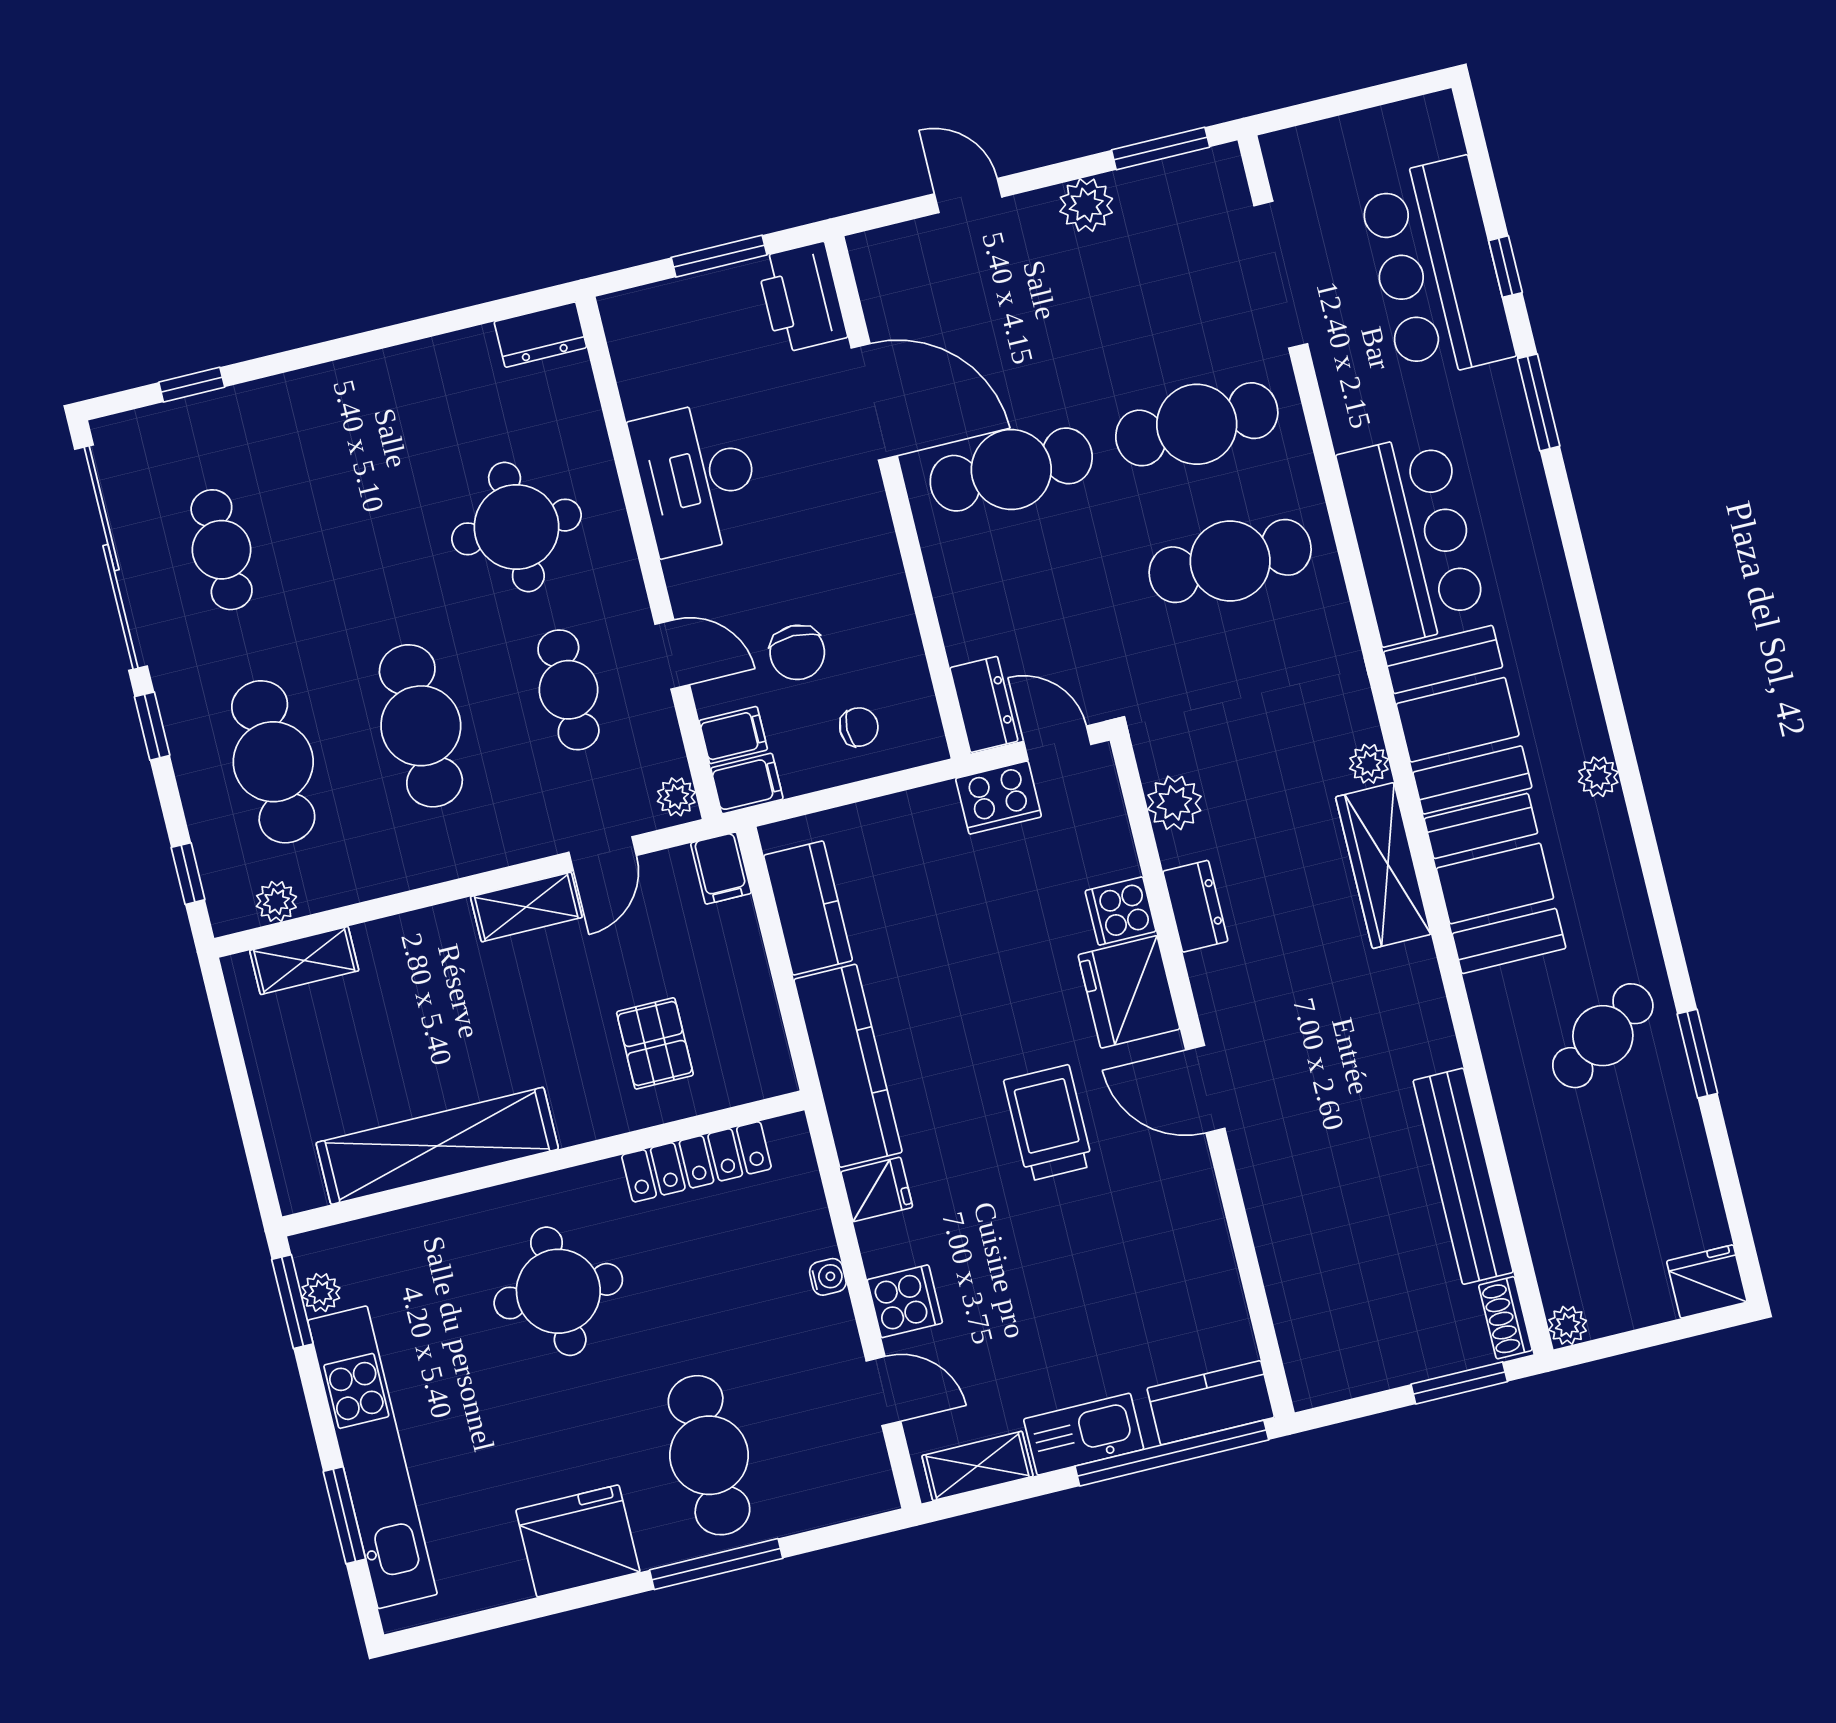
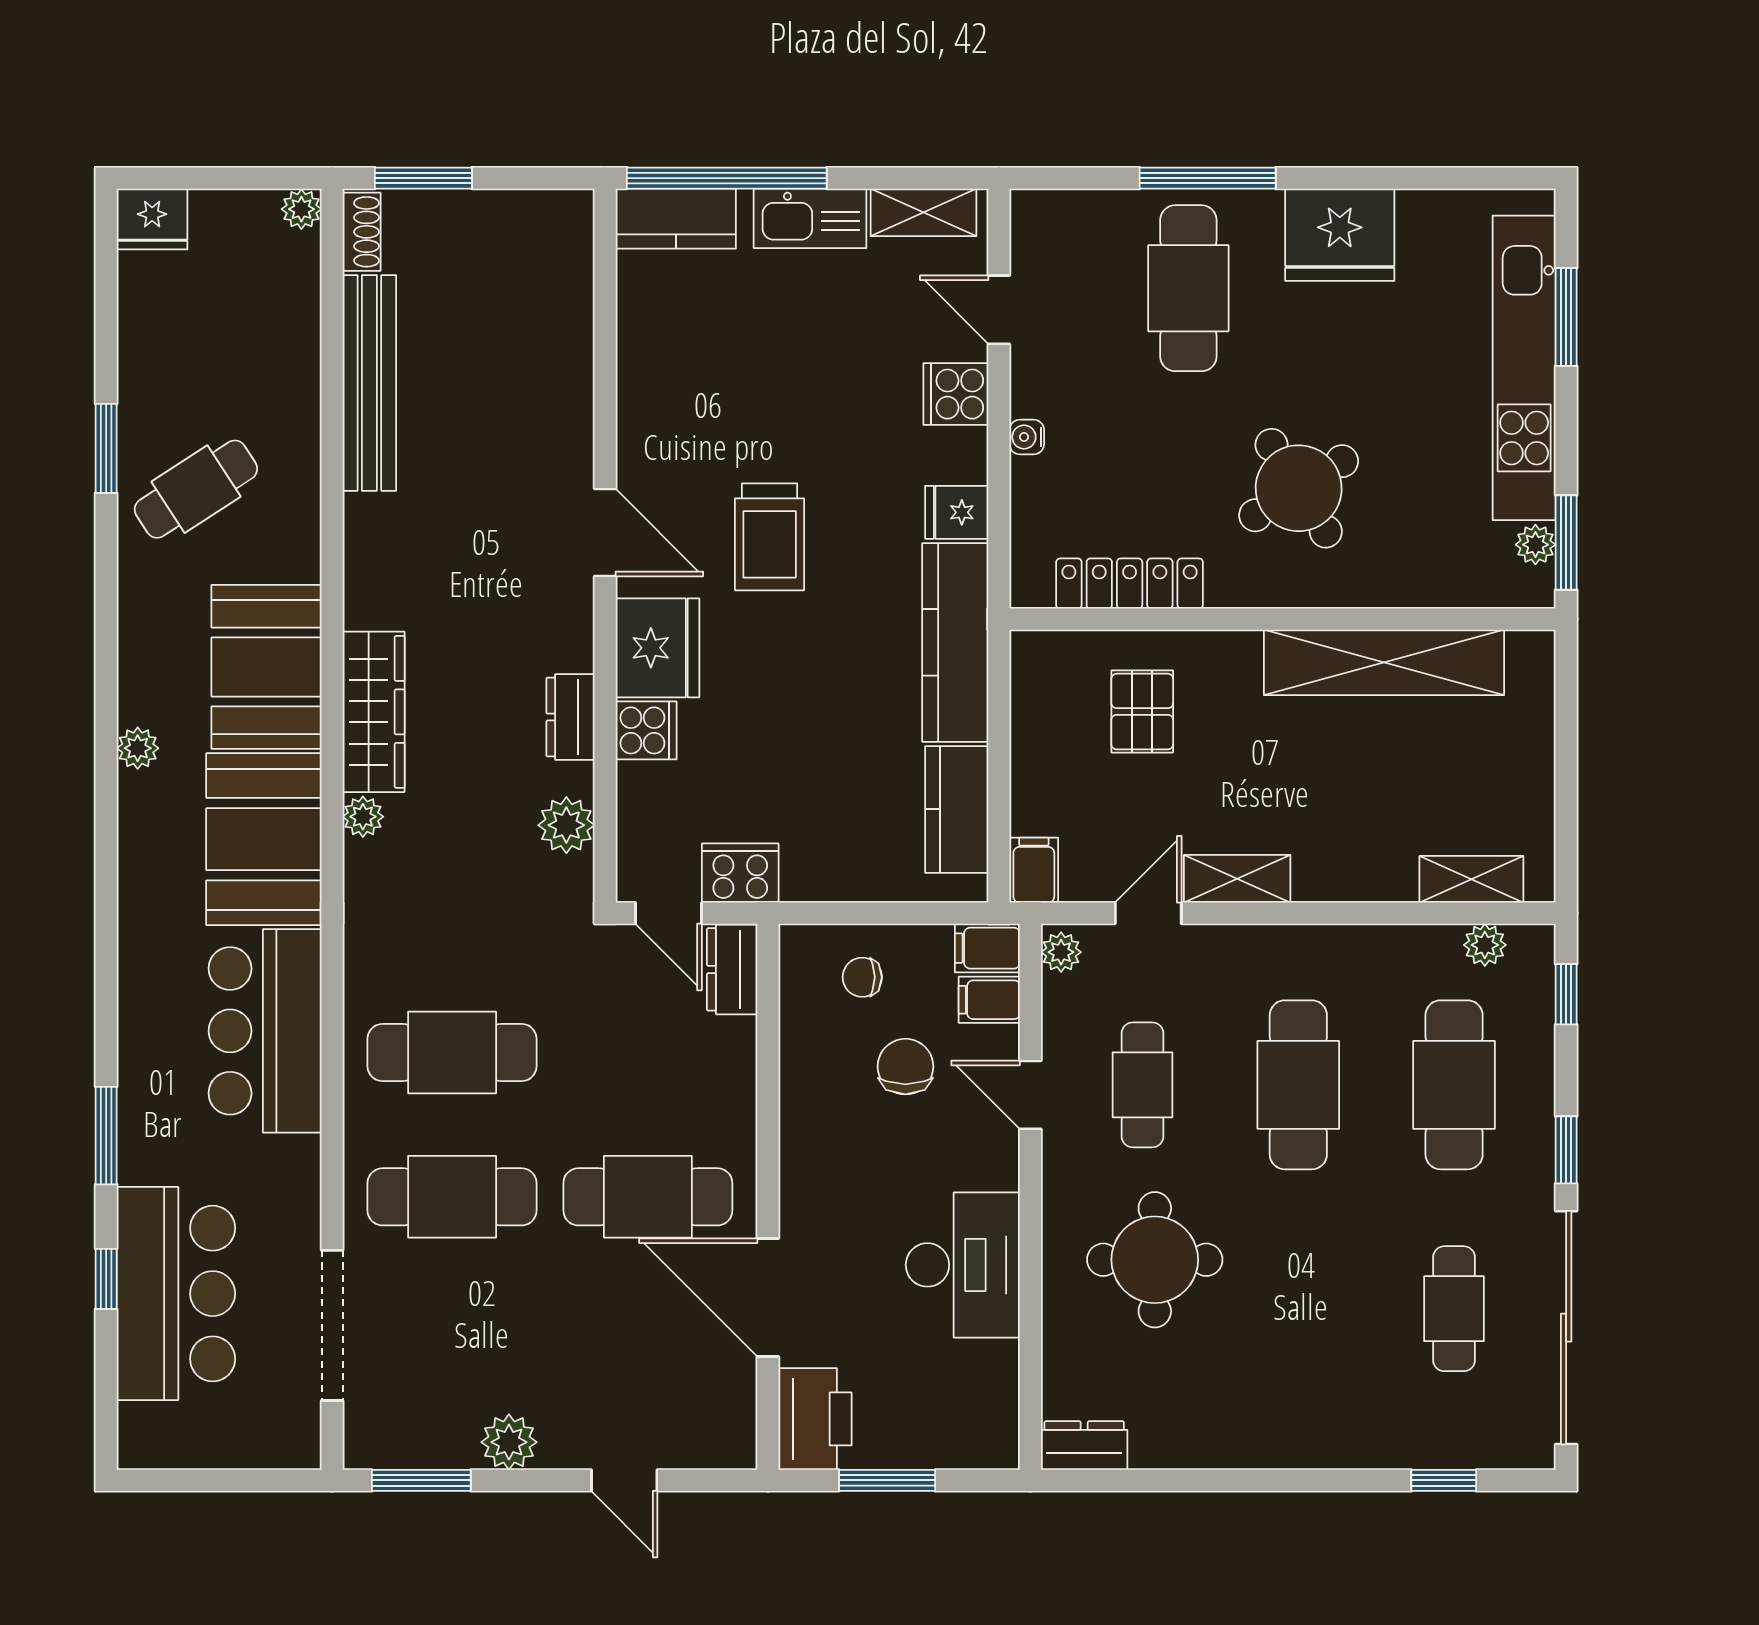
round table: (558, 1291) -> (1299, 488), turned -32

